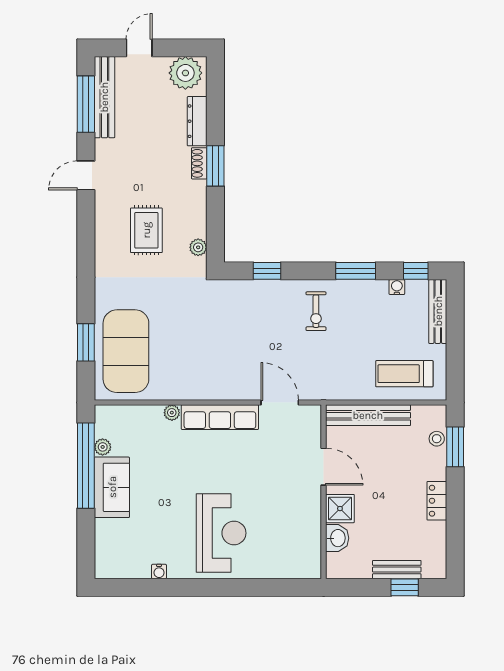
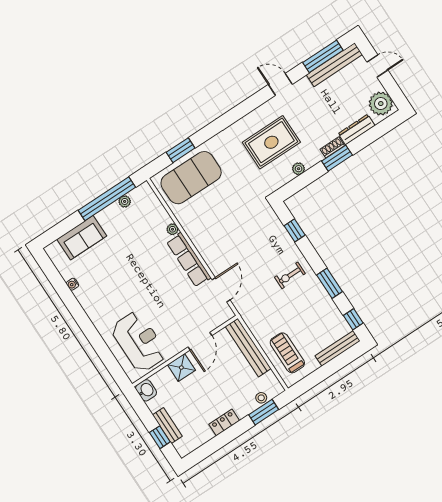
rug: (146, 230) -> (271, 142), width x1.36, depth x1.43
plant: (198, 247) -> (299, 169), moved
water cooler: (397, 287) -> (336, 314), removed
sofa: (112, 487) -> (82, 238), moved
reception desk: (221, 533) -> (139, 342), moved, turned -90
washbasin: (337, 538) -> (146, 390), moved, turned -90

